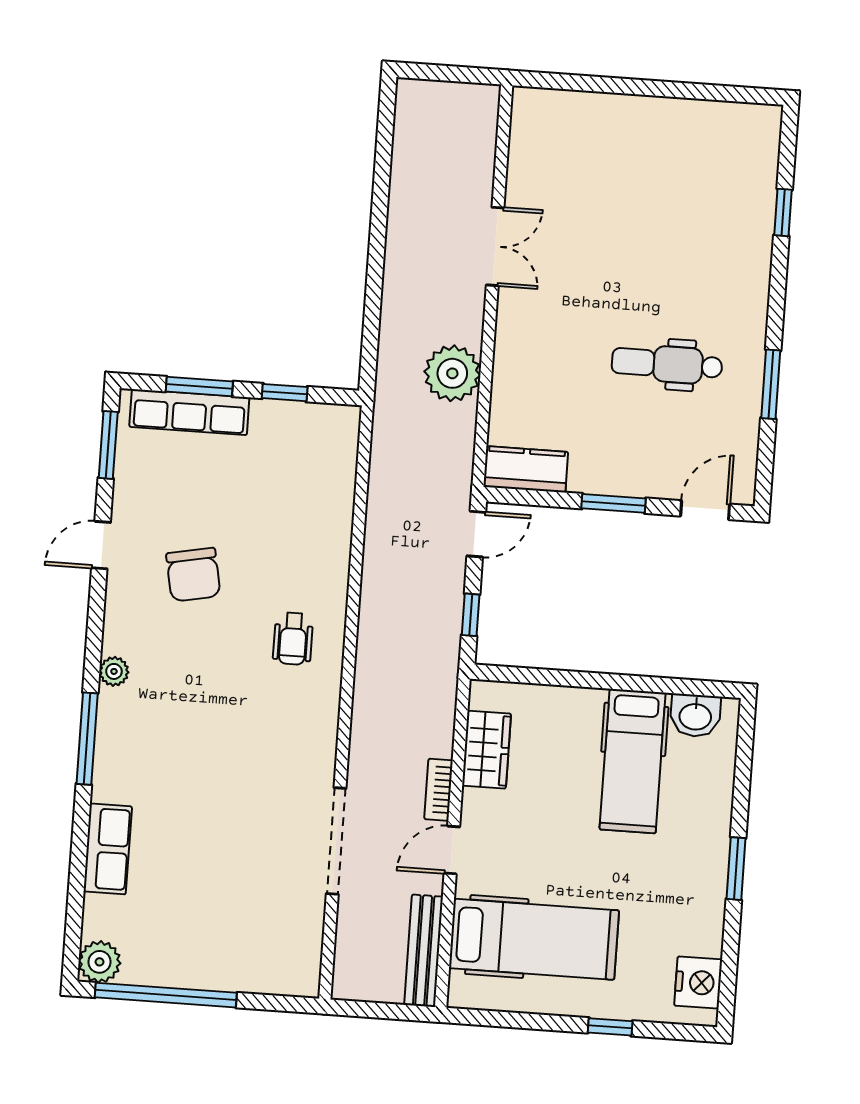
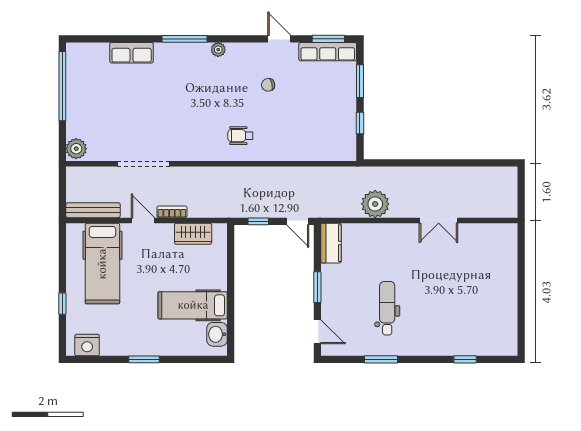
row of seats: (189, 412) -> (328, 52), moved, turned -90
chair: (193, 575) -> (268, 85), width x0.54, depth x0.54
plant: (100, 962) -> (76, 149), moved

